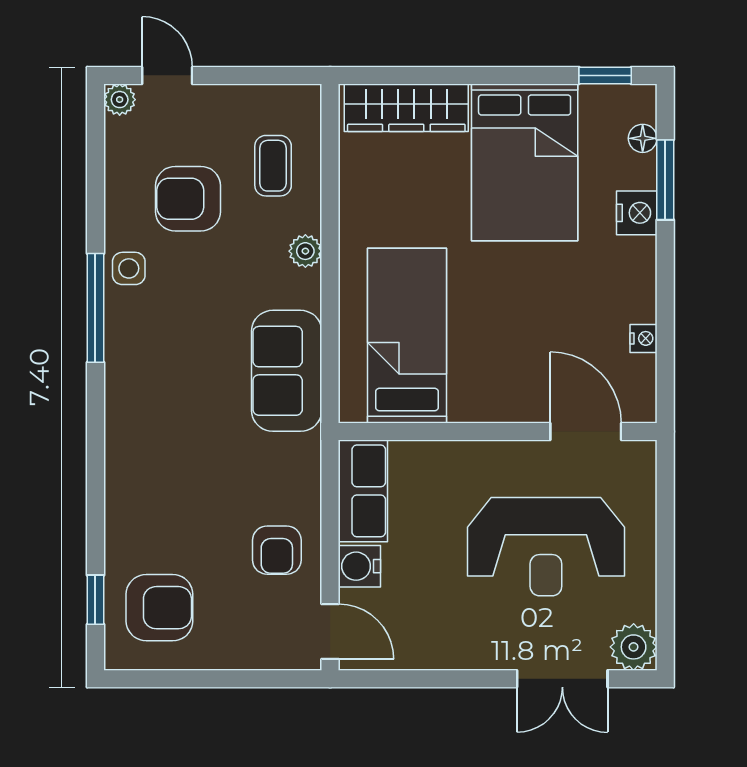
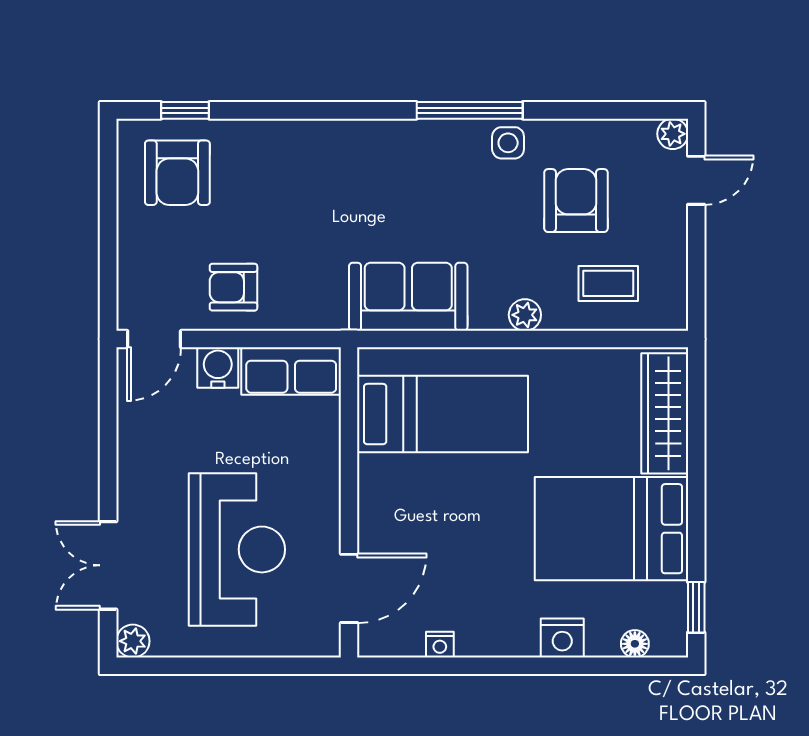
window: (665, 180) -> (594, 666), removed
reception desk: (546, 547) -> (237, 549), turned 180
plant: (634, 647) -> (133, 641), width x0.73, depth x0.73

